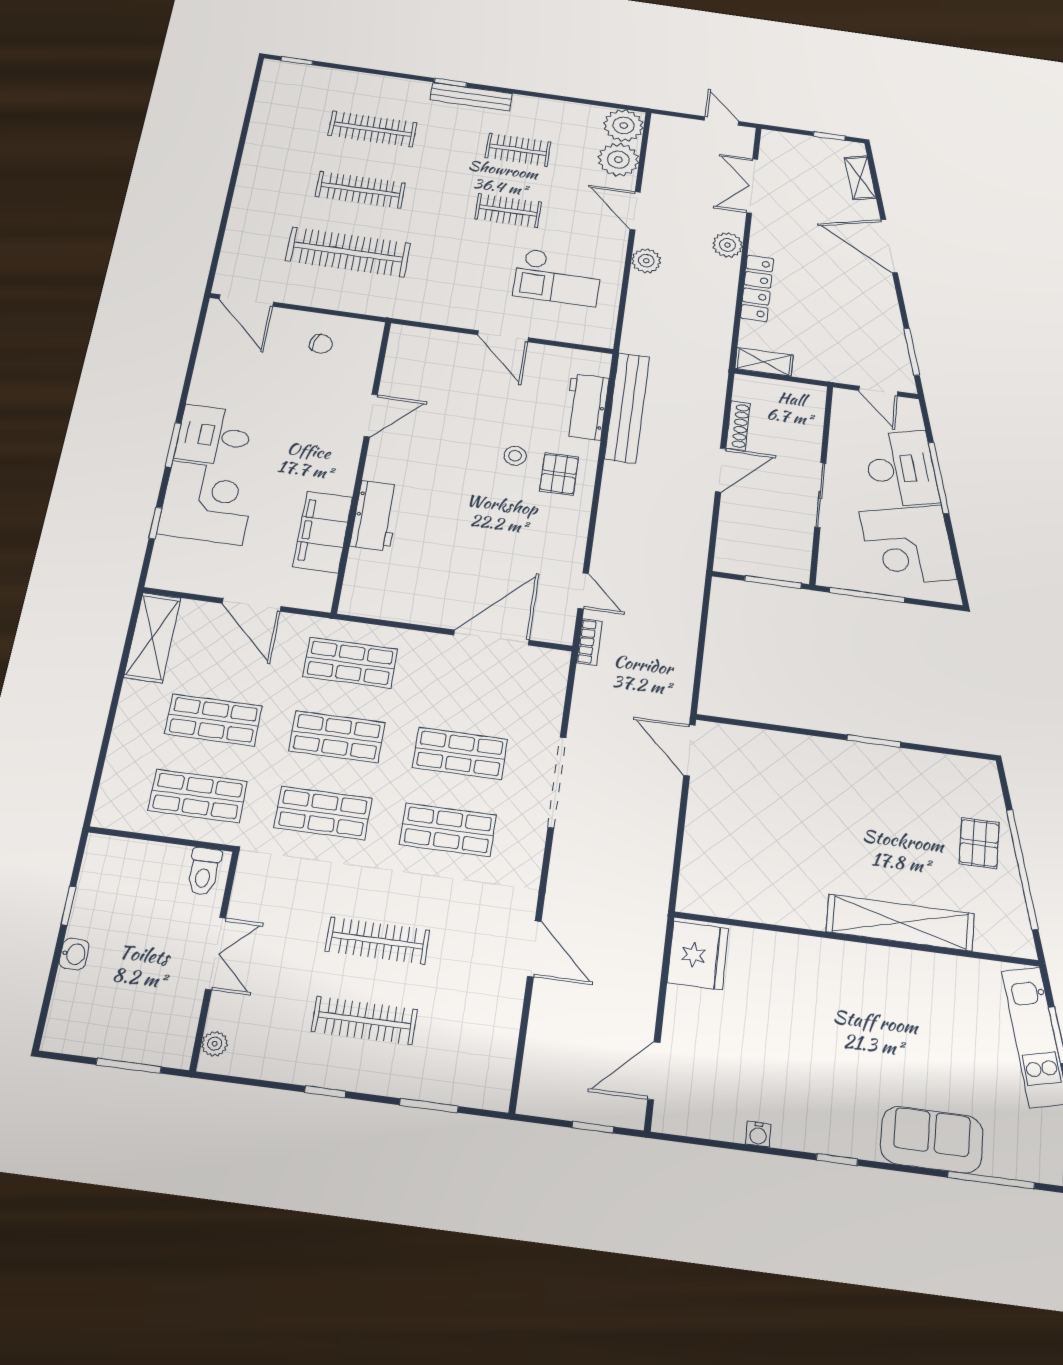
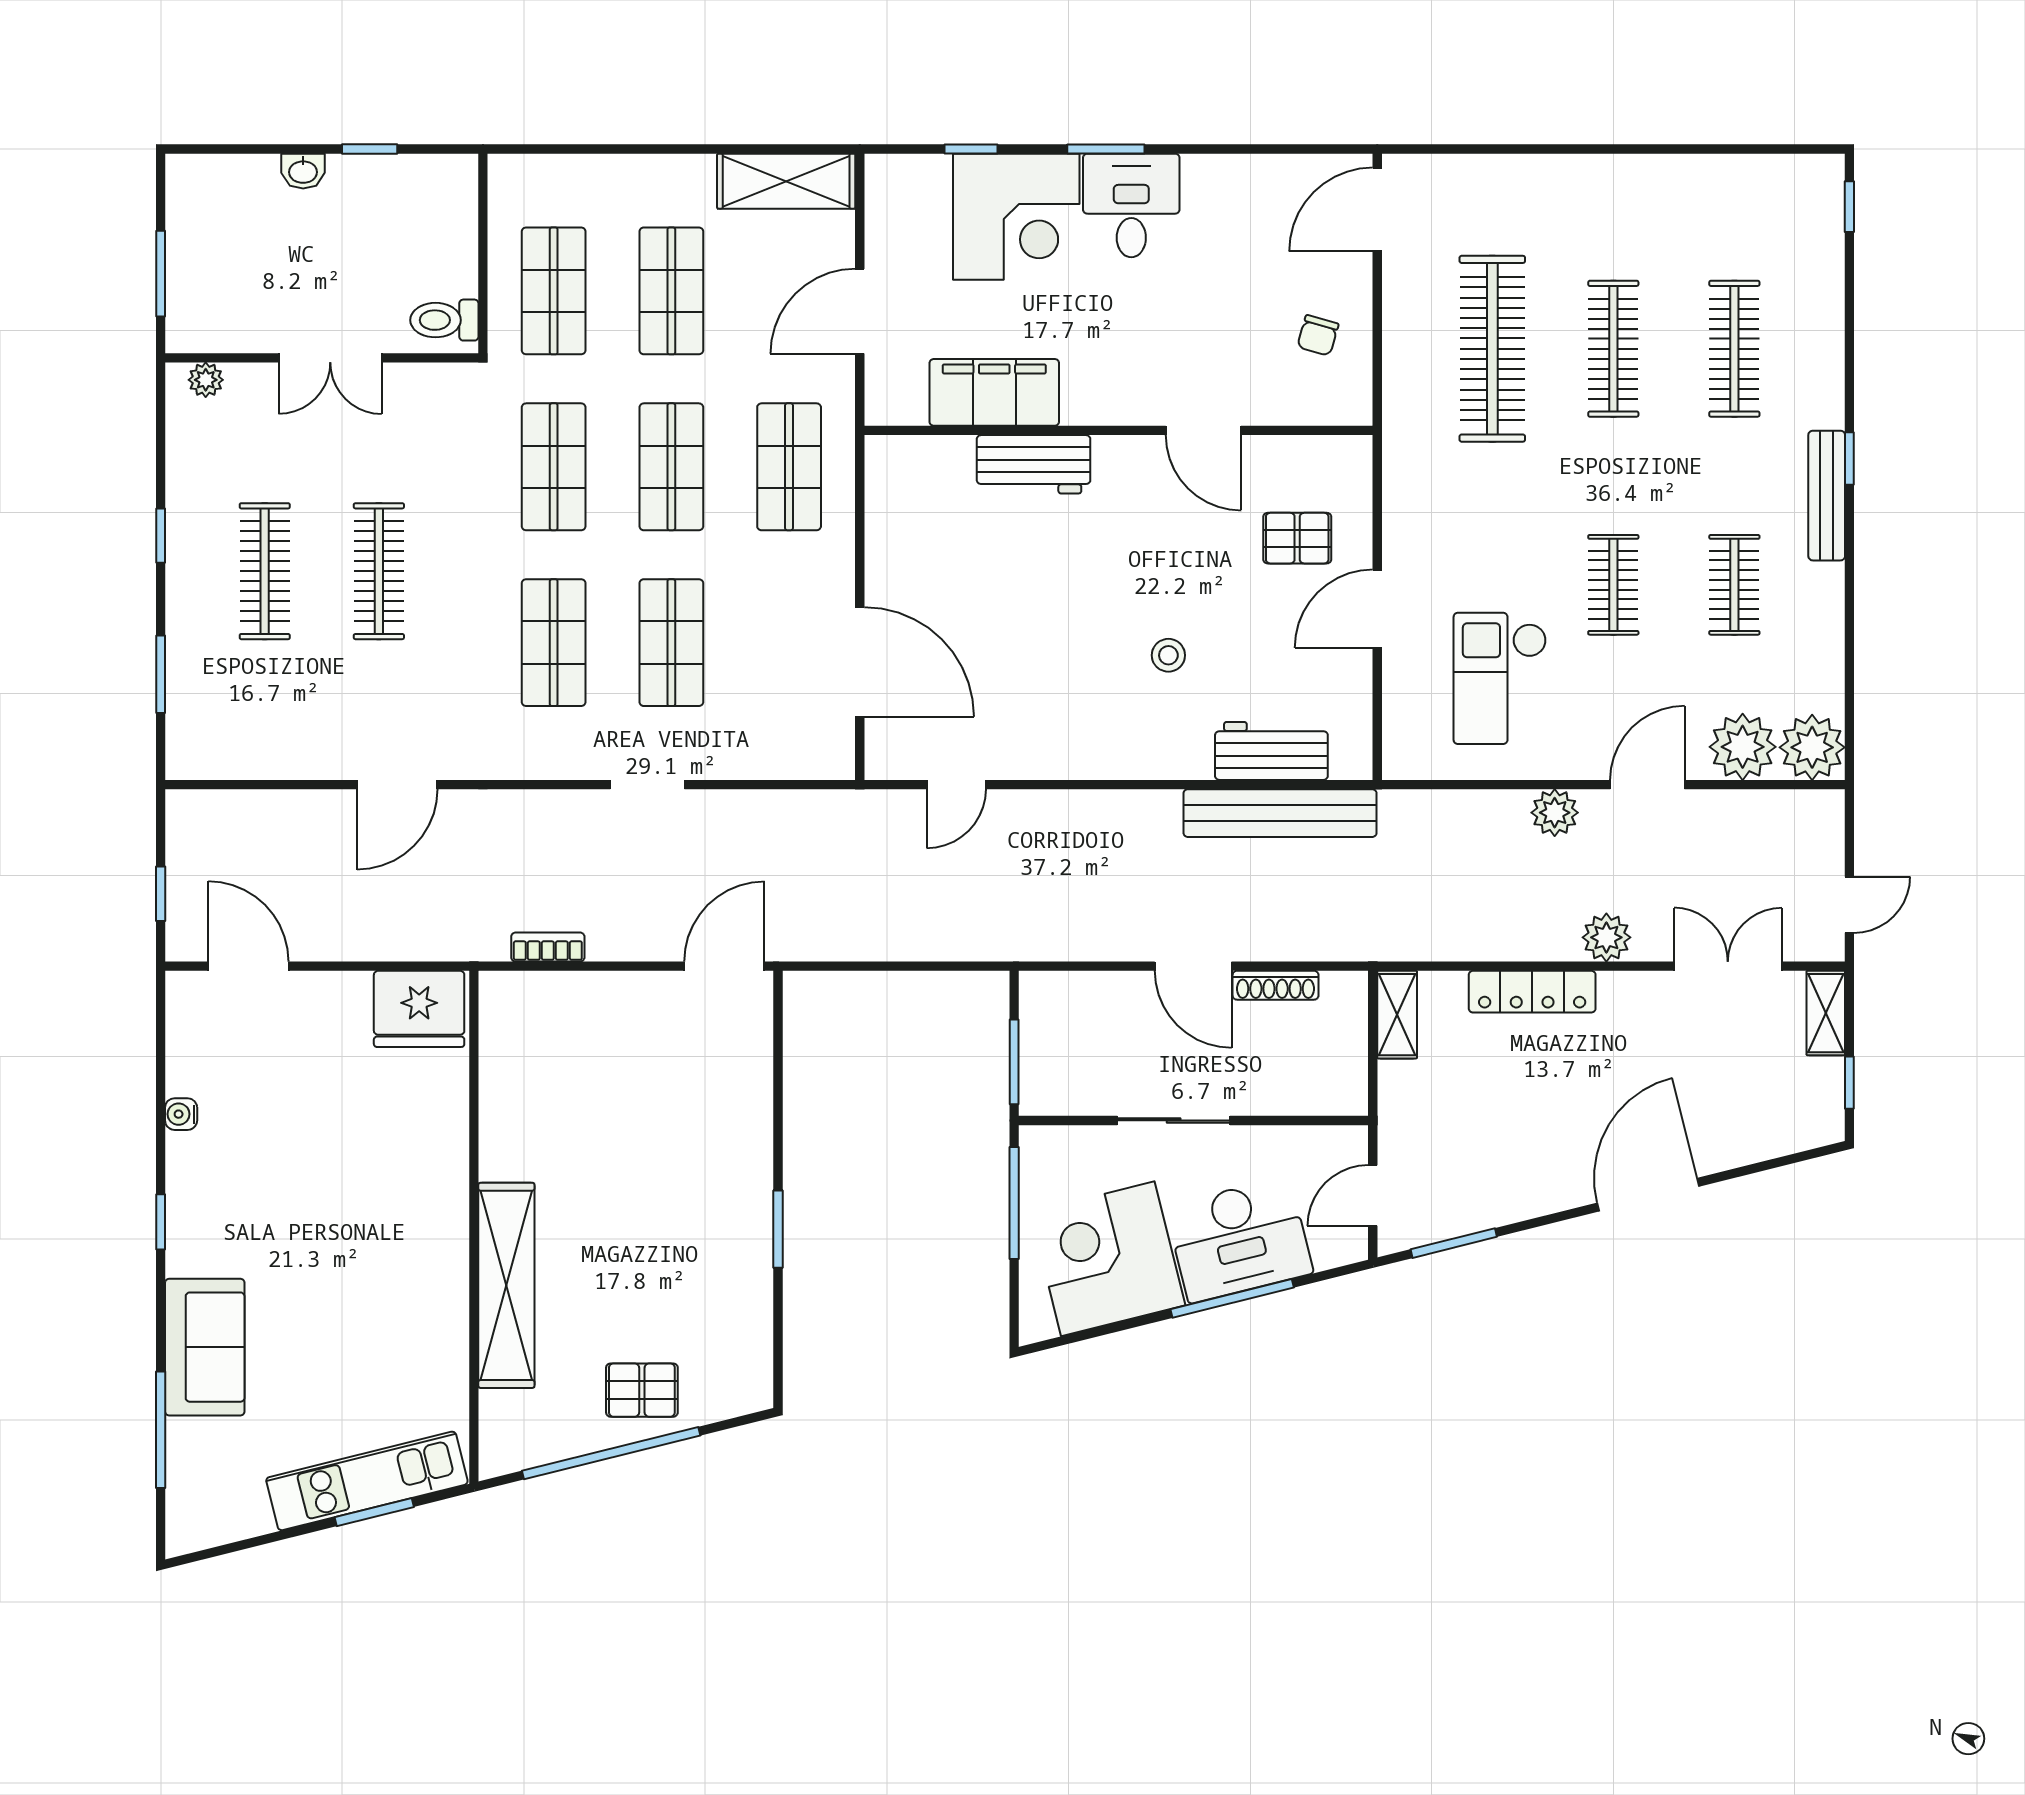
shelving: (860, 178) -> (1826, 1013), moved, turned -76
pallet: (559, 474) -> (1297, 538), moved
bookcase: (589, 642) -> (548, 947), moved, turned 180
doorway: (557, 782) -> (647, 785), width x0.53

